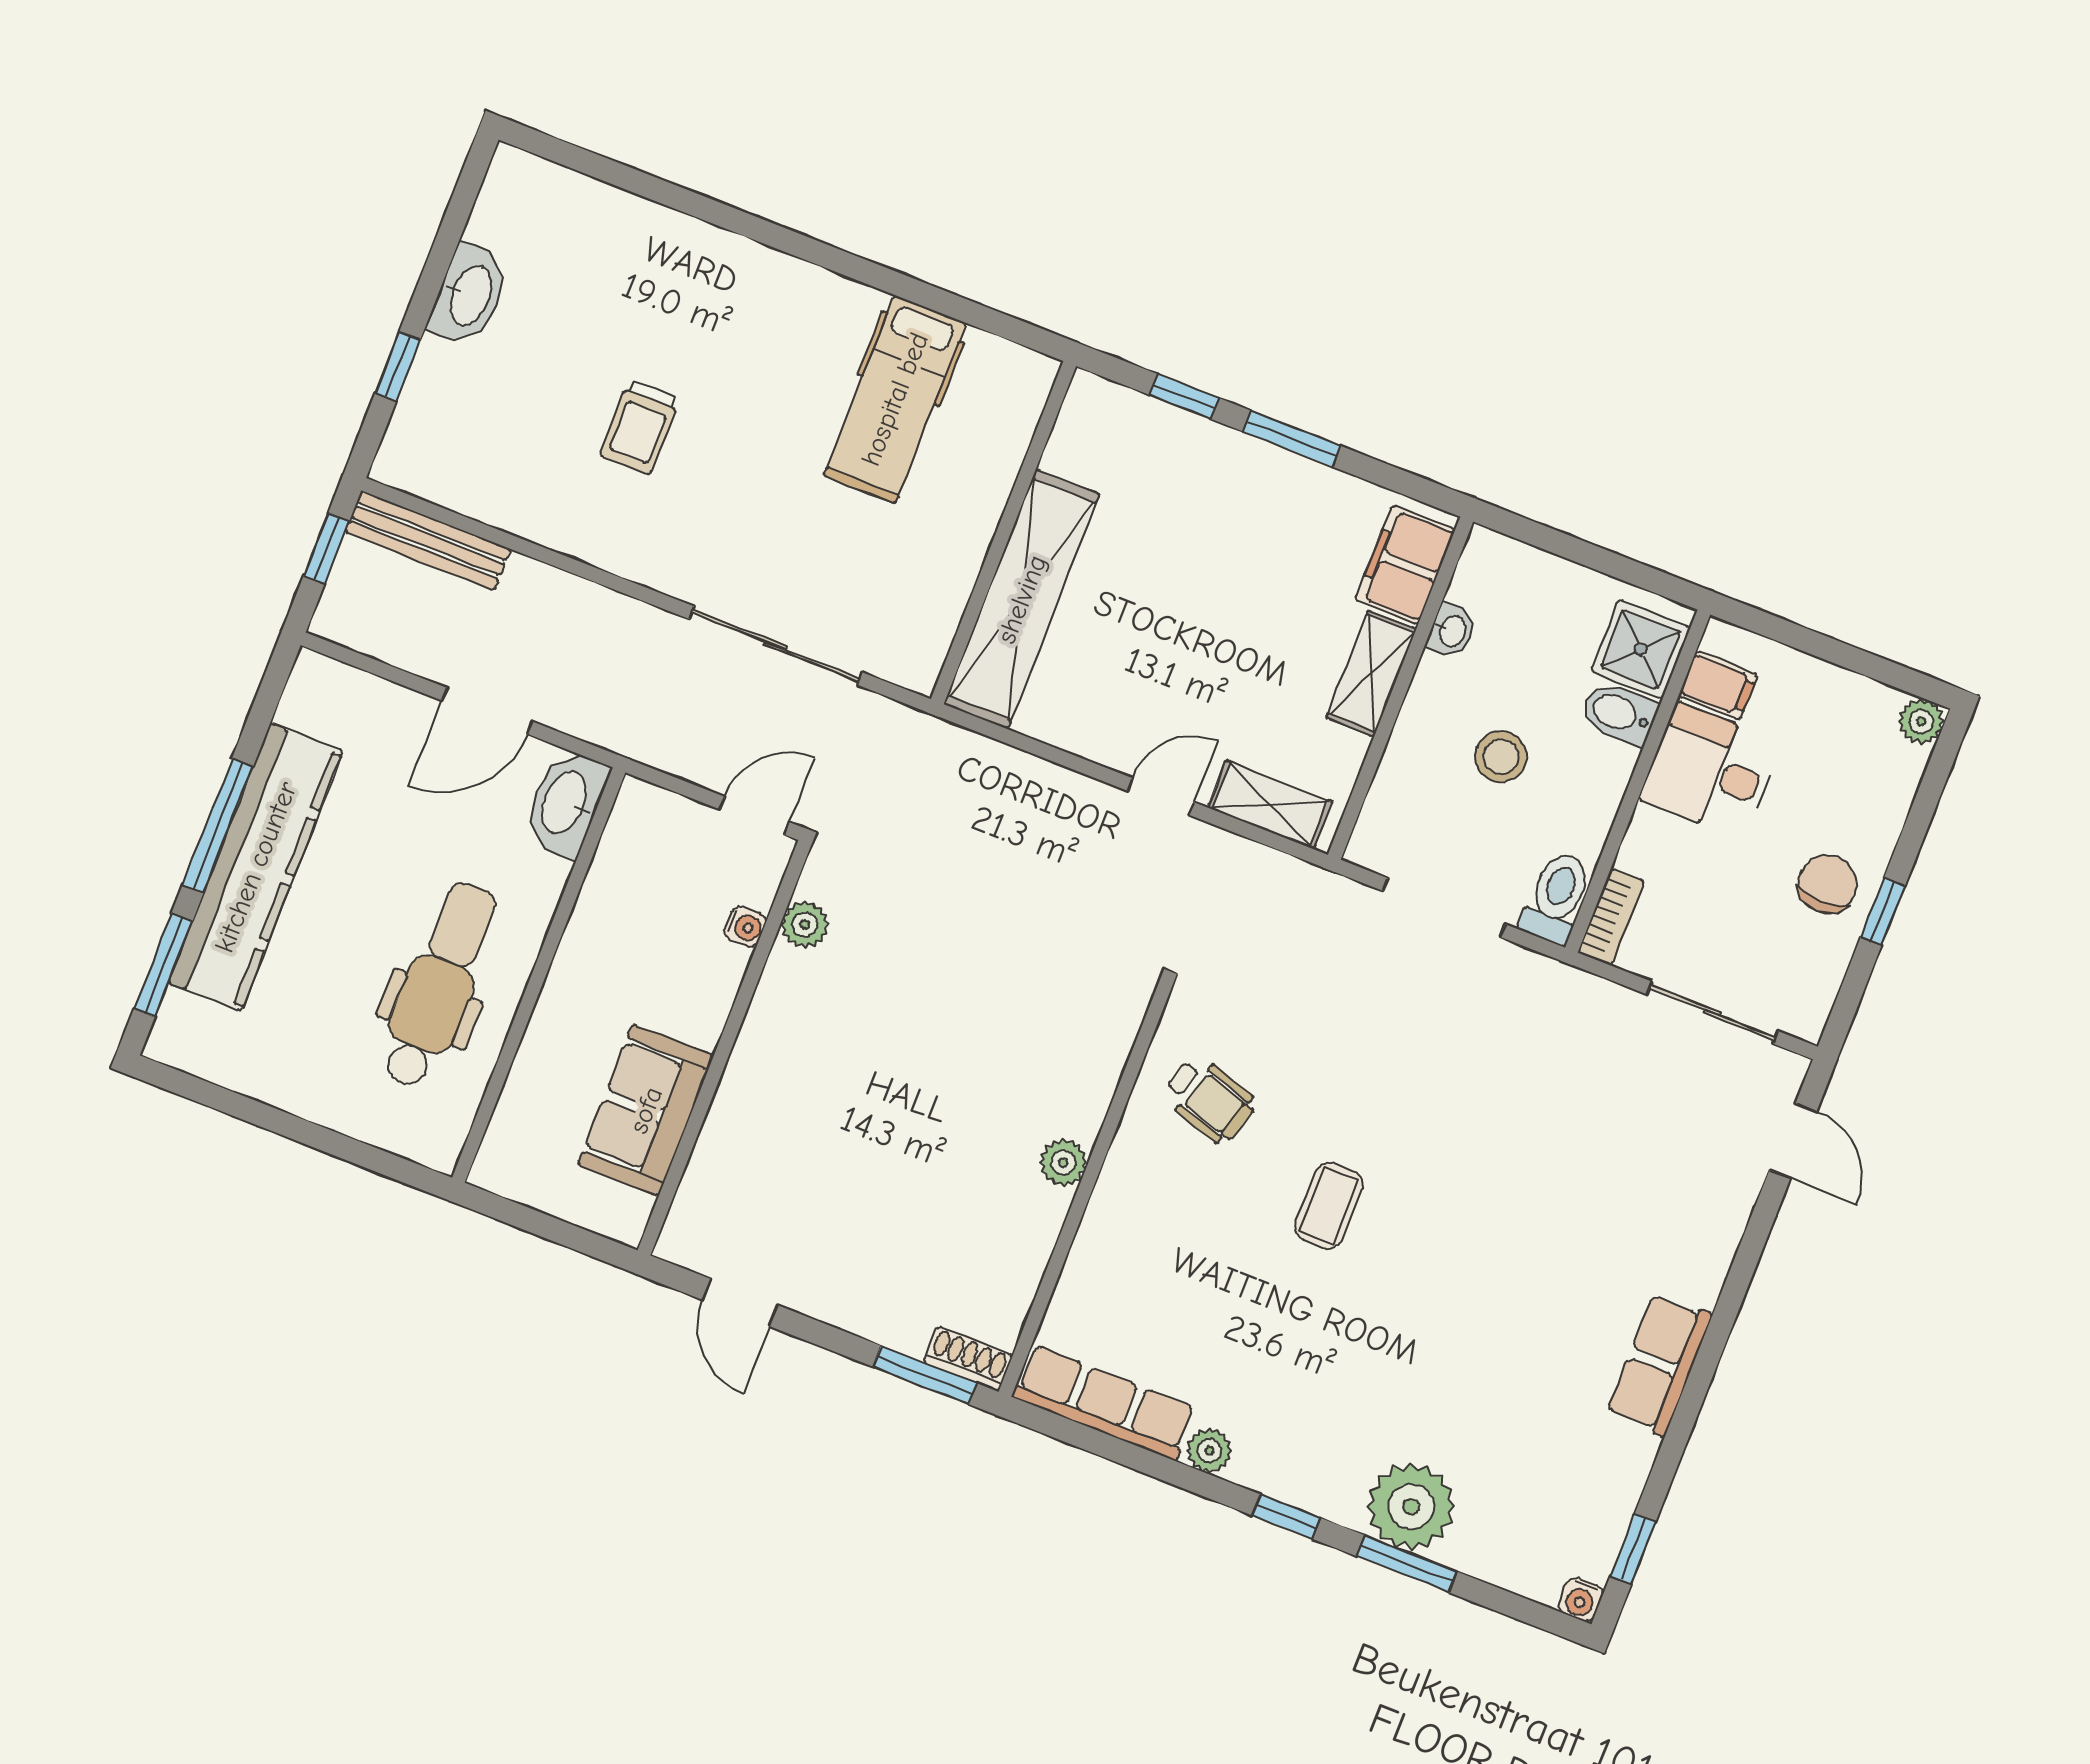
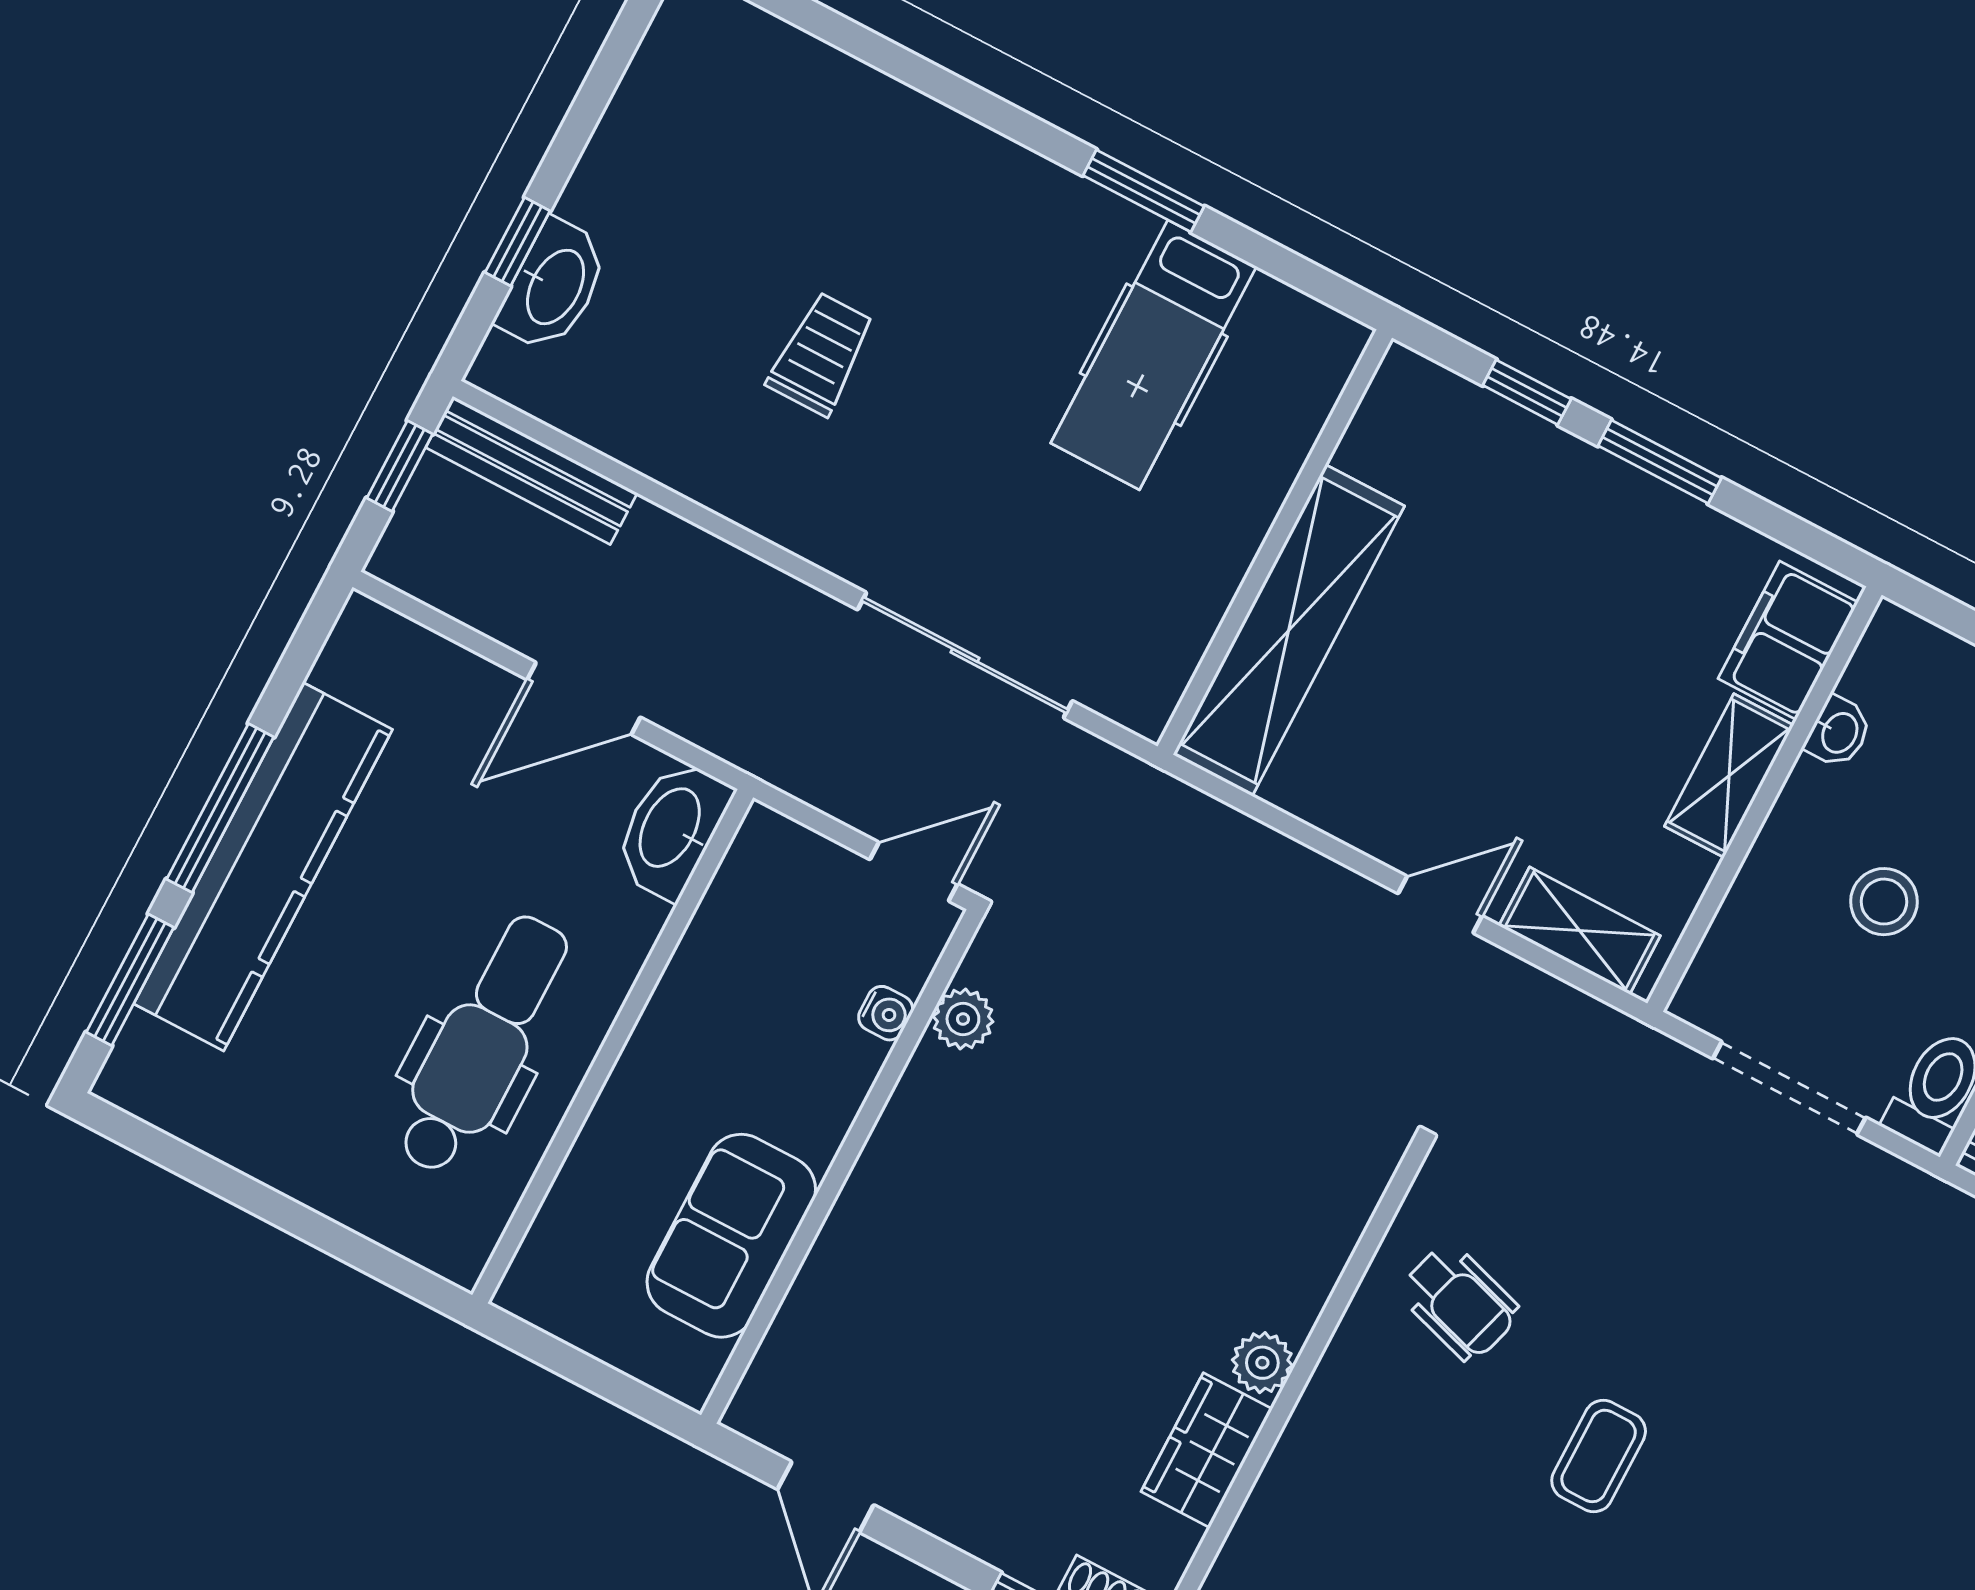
window: (873, 275) -> (1144, 191), added
washbasin: (469, 295) -> (554, 286), moved
trolley: (640, 427) -> (821, 354), turned 180
wardrobe: (1028, 1234) -> (1207, 1450), added

